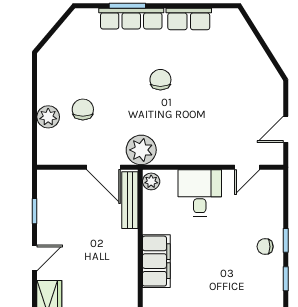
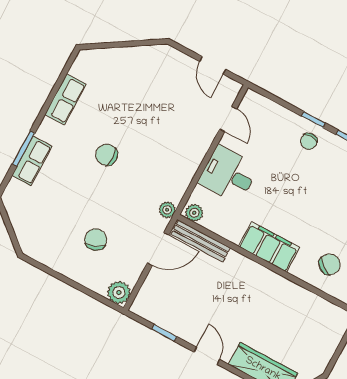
row of seats: (131, 19) -> (32, 161), width x0.68
chair: (83, 109) -> (96, 240), turned 68
plant: (48, 117) -> (119, 293), moved
plant: (141, 150) -> (167, 210), width x0.53, depth x0.53

